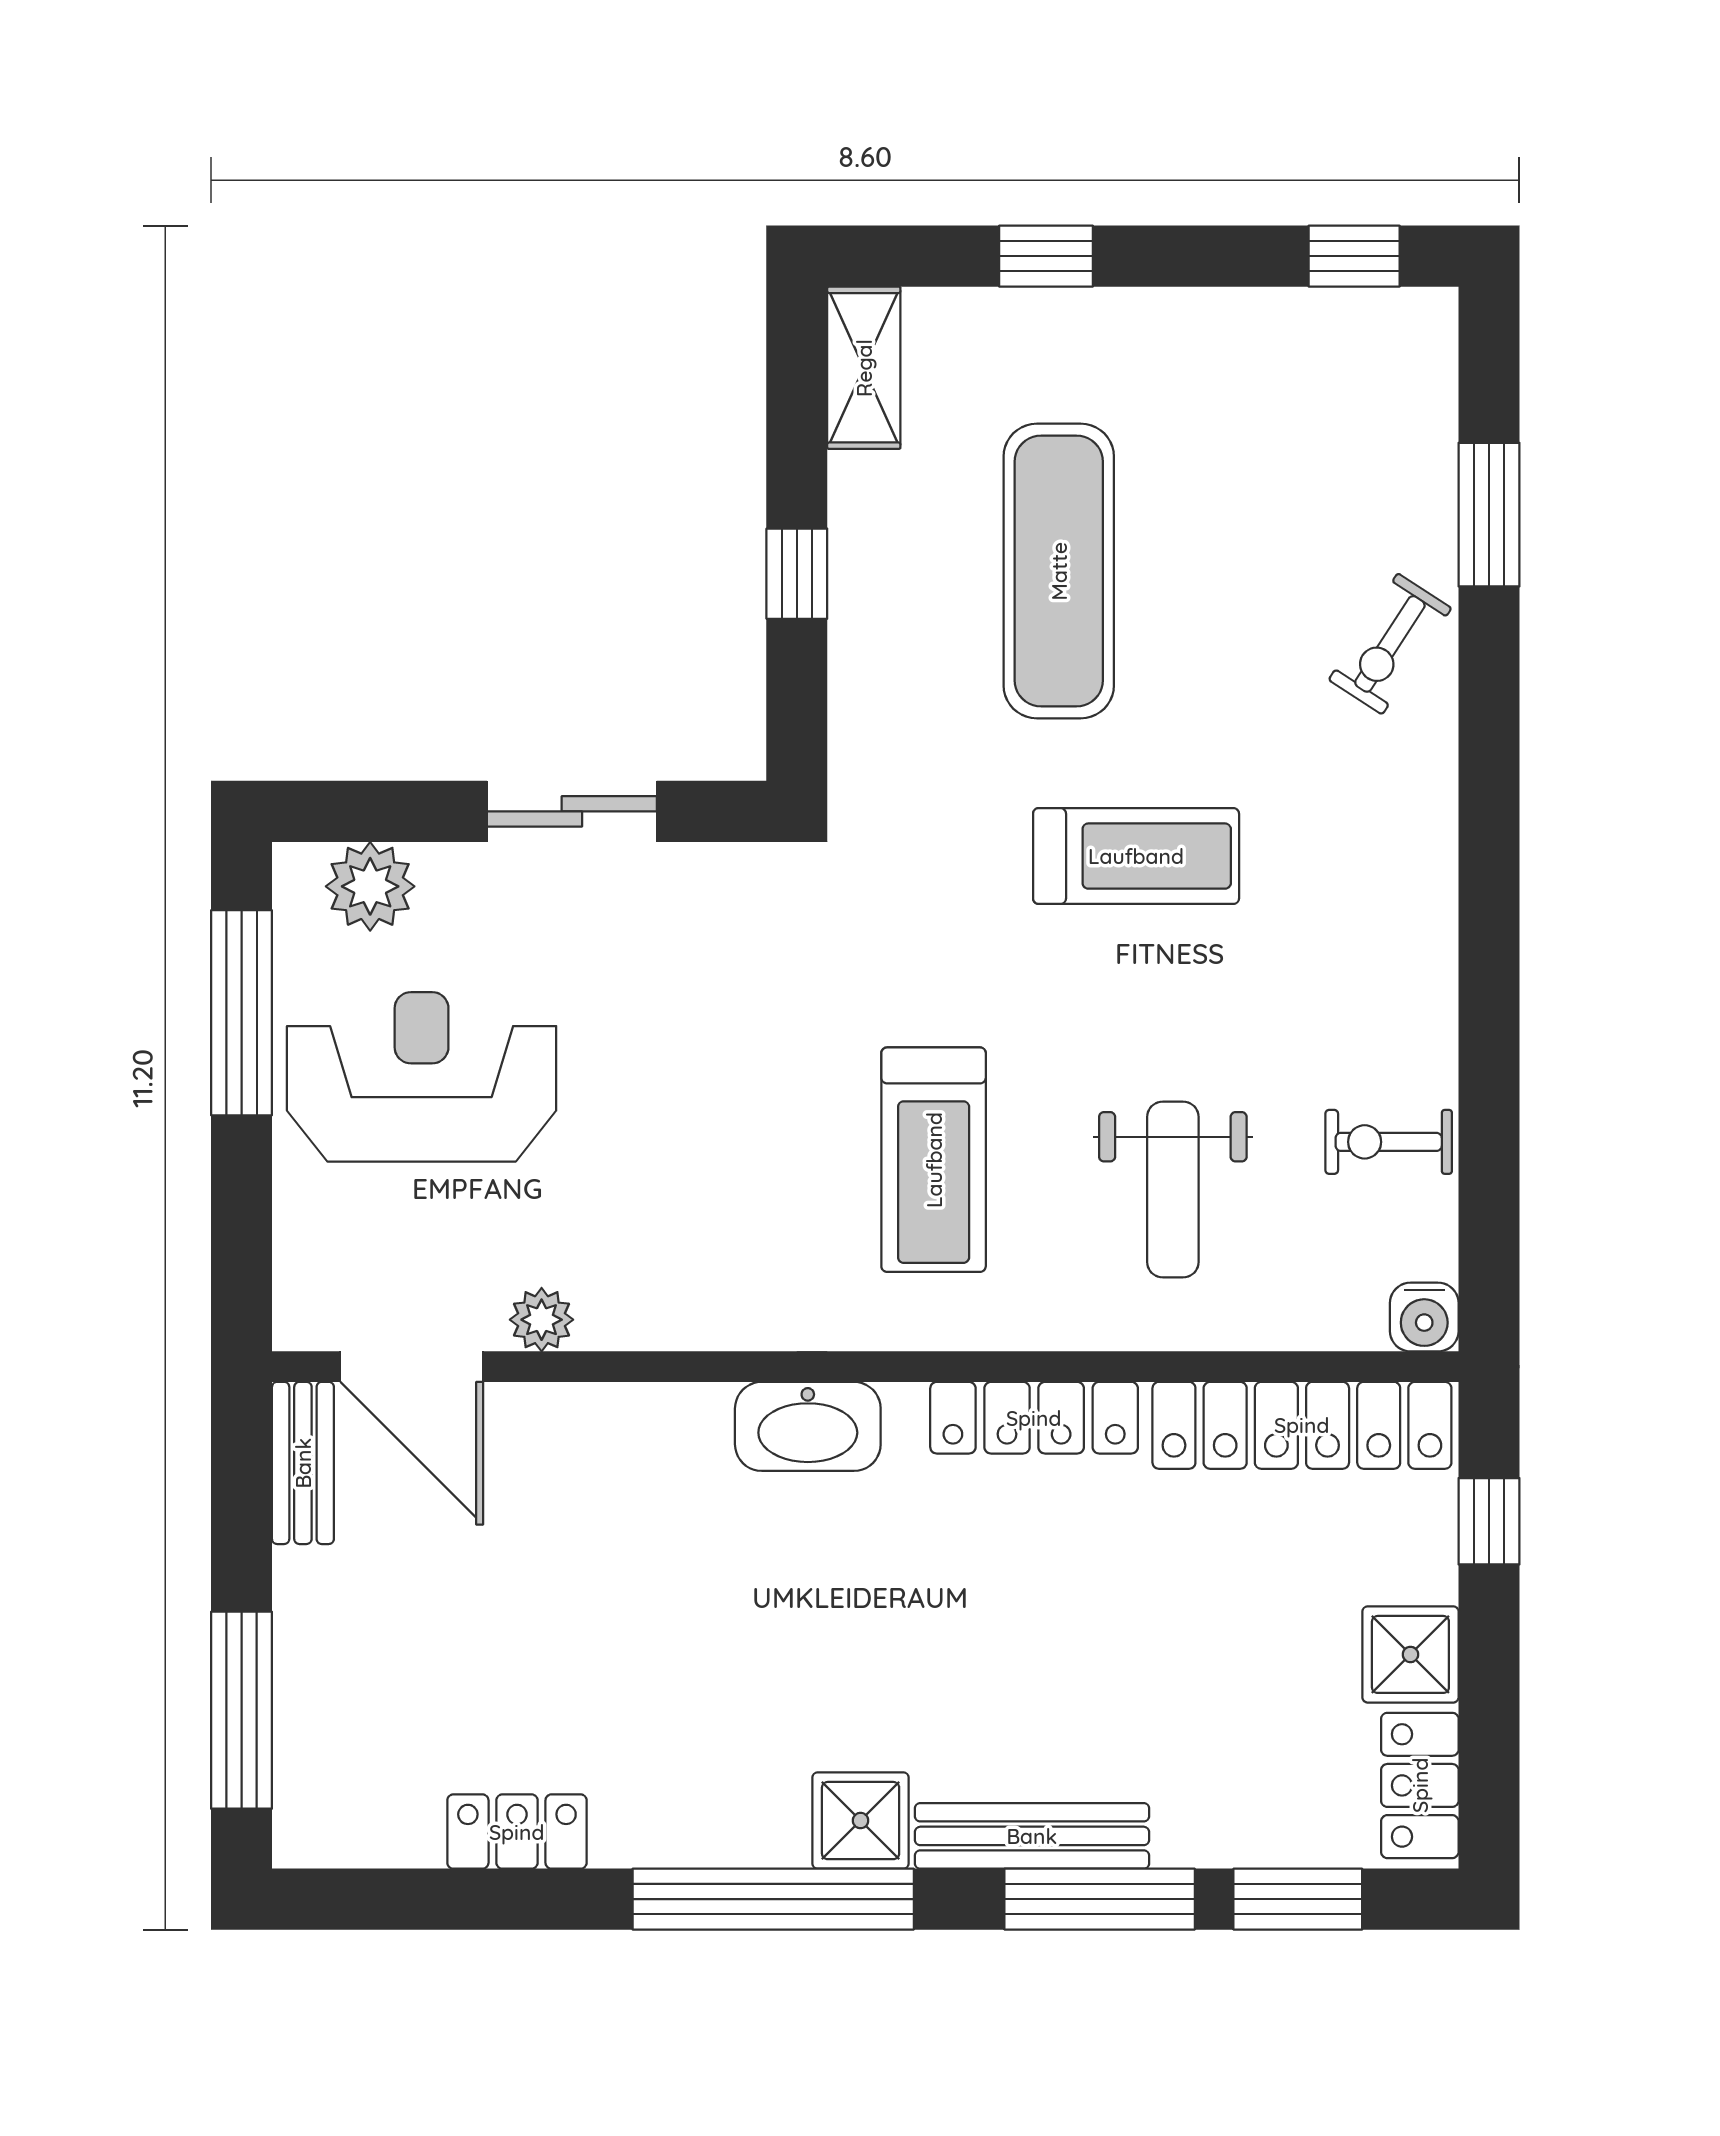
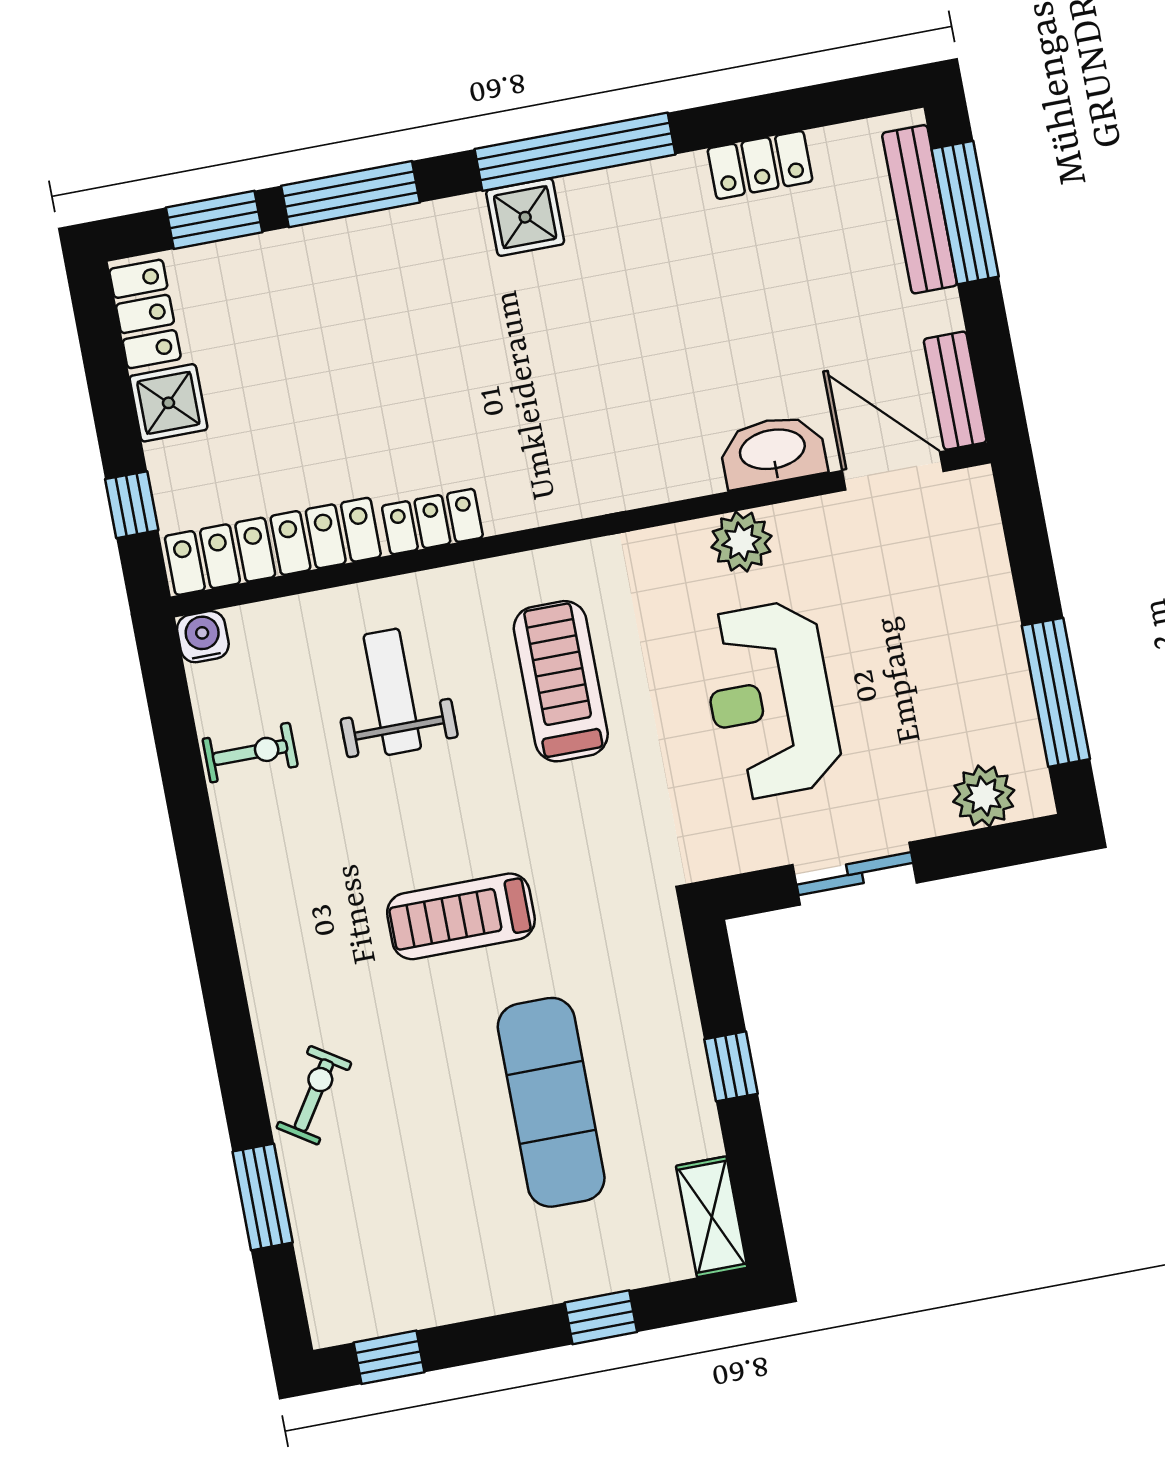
reception desk: (422, 1077) -> (771, 700), moved, turned 90
plant: (542, 1320) -> (741, 542), moved, width x1.38, depth x1.38
locker: (1034, 1418) -> (432, 522), width x0.66
washbasin: (808, 1426) -> (773, 451), moved
bench: (1032, 1836) -> (920, 209), moved, turned 90

